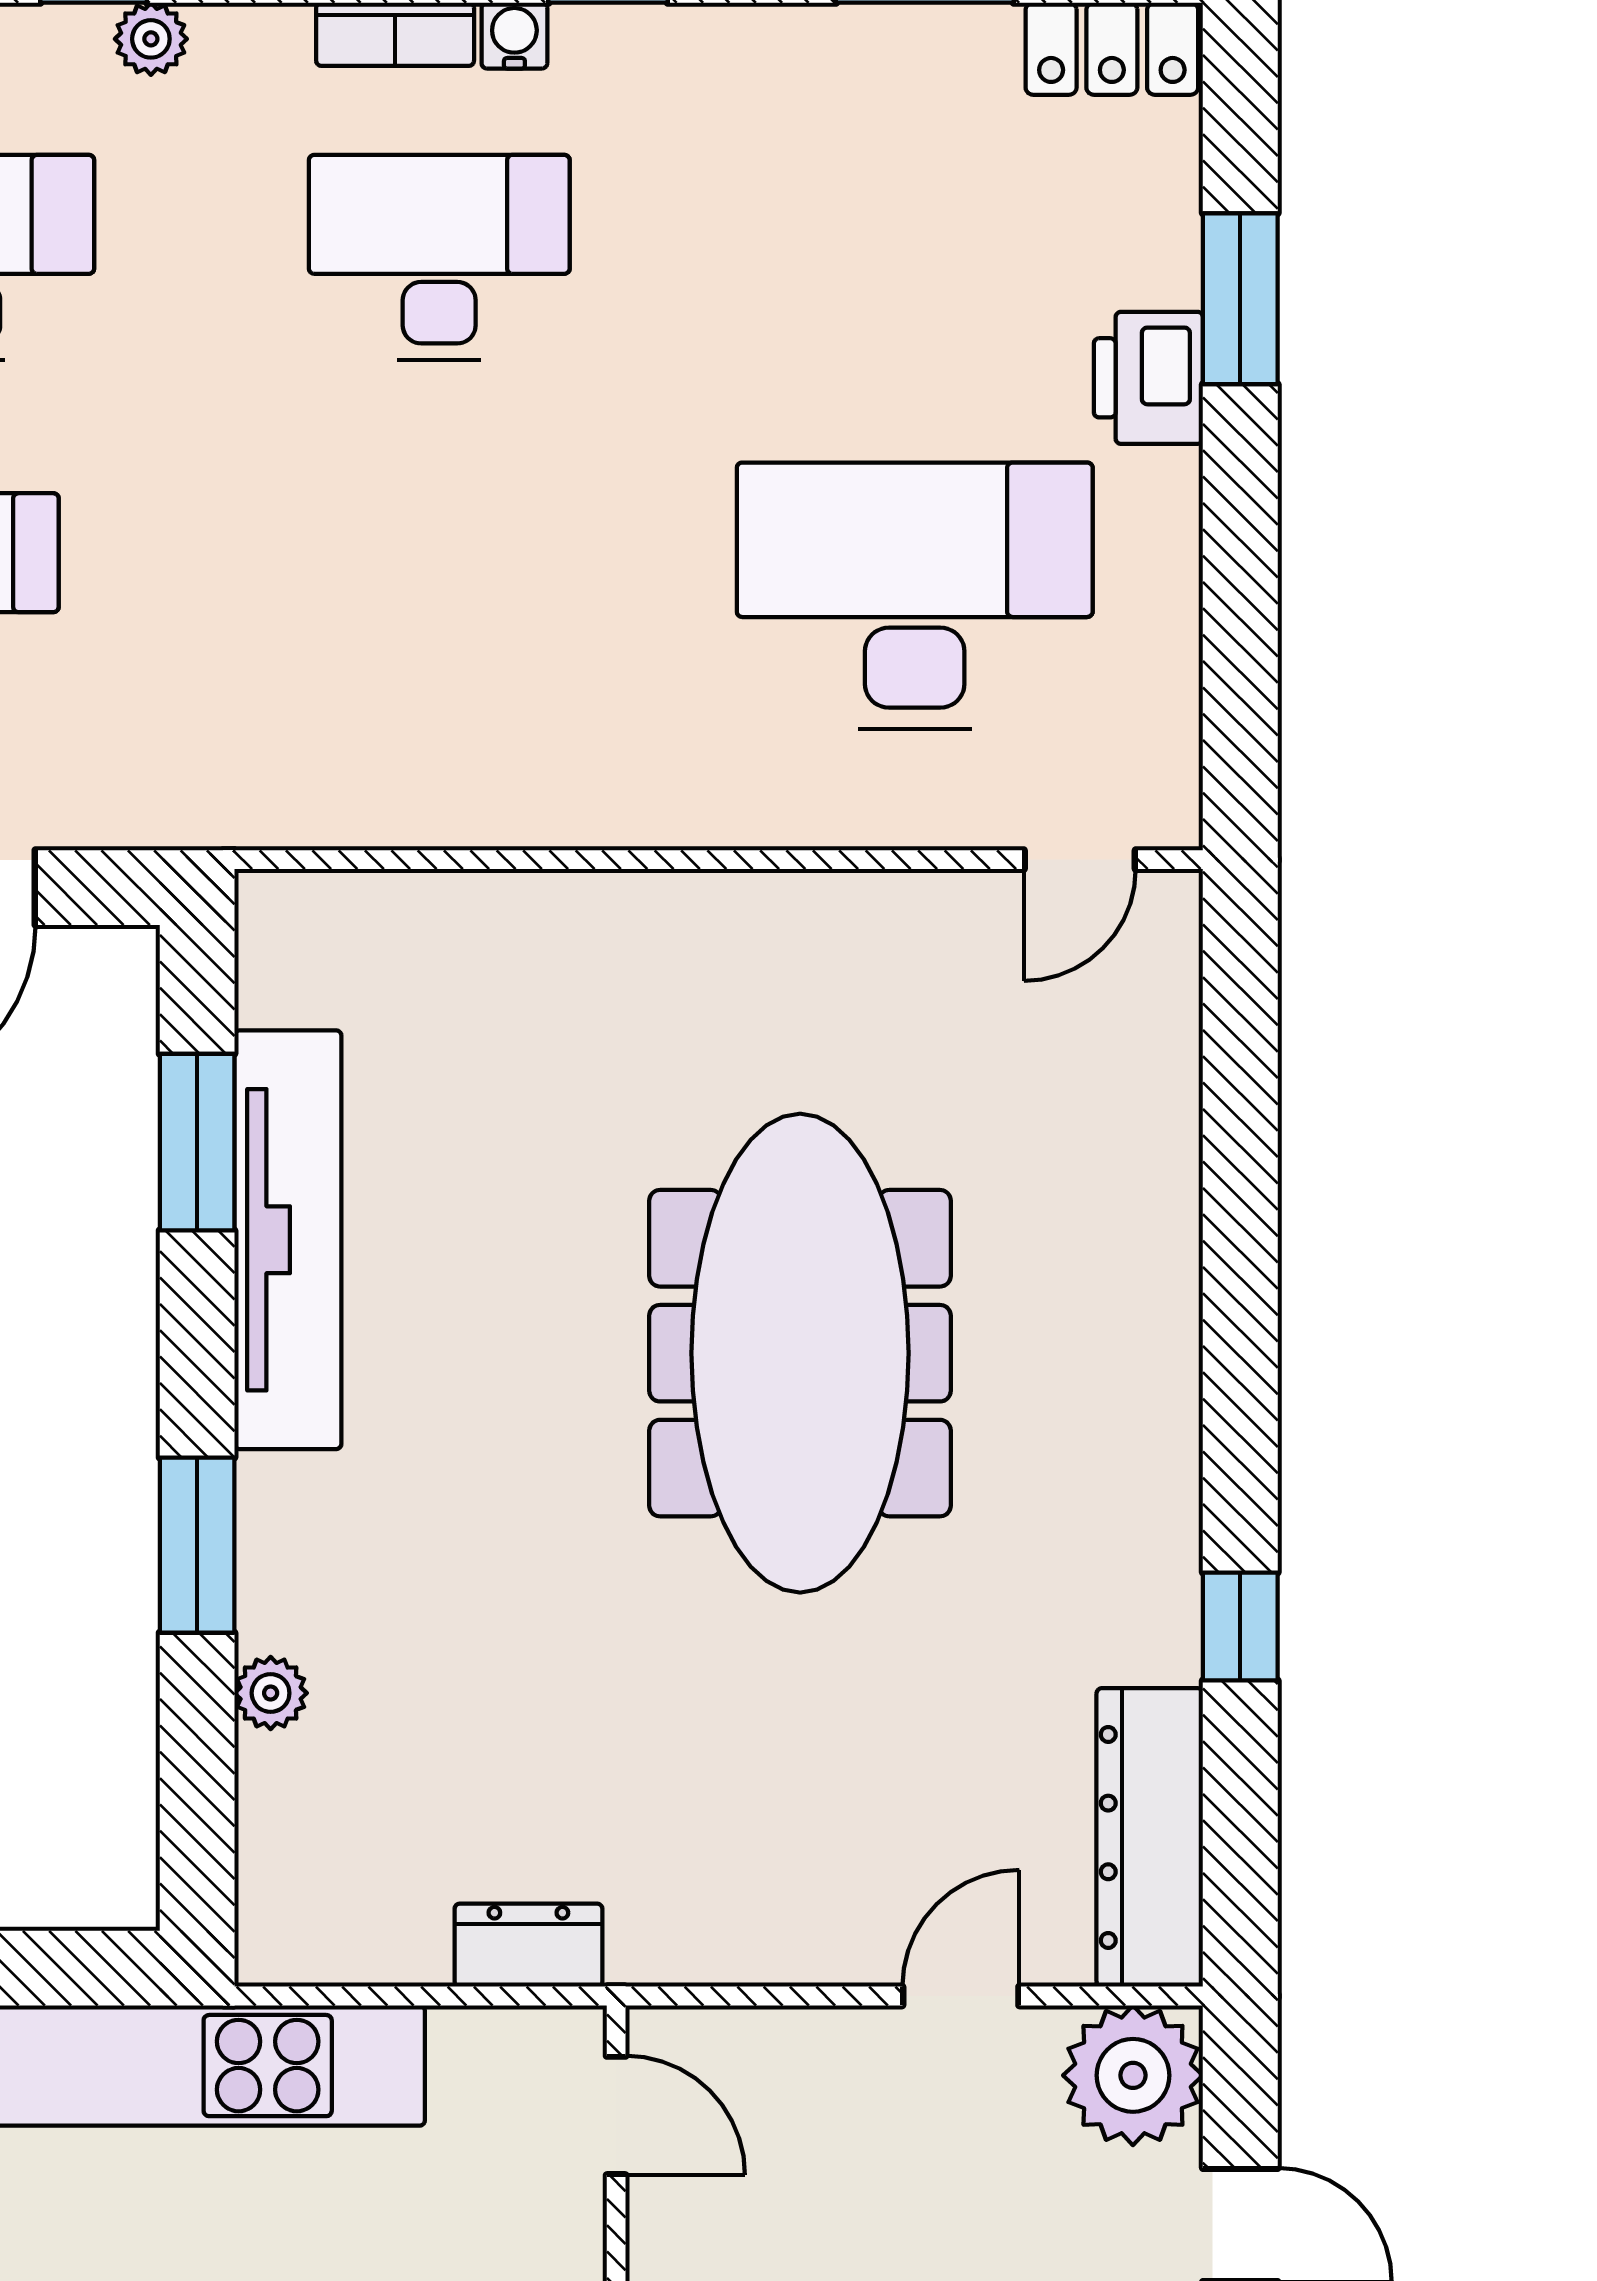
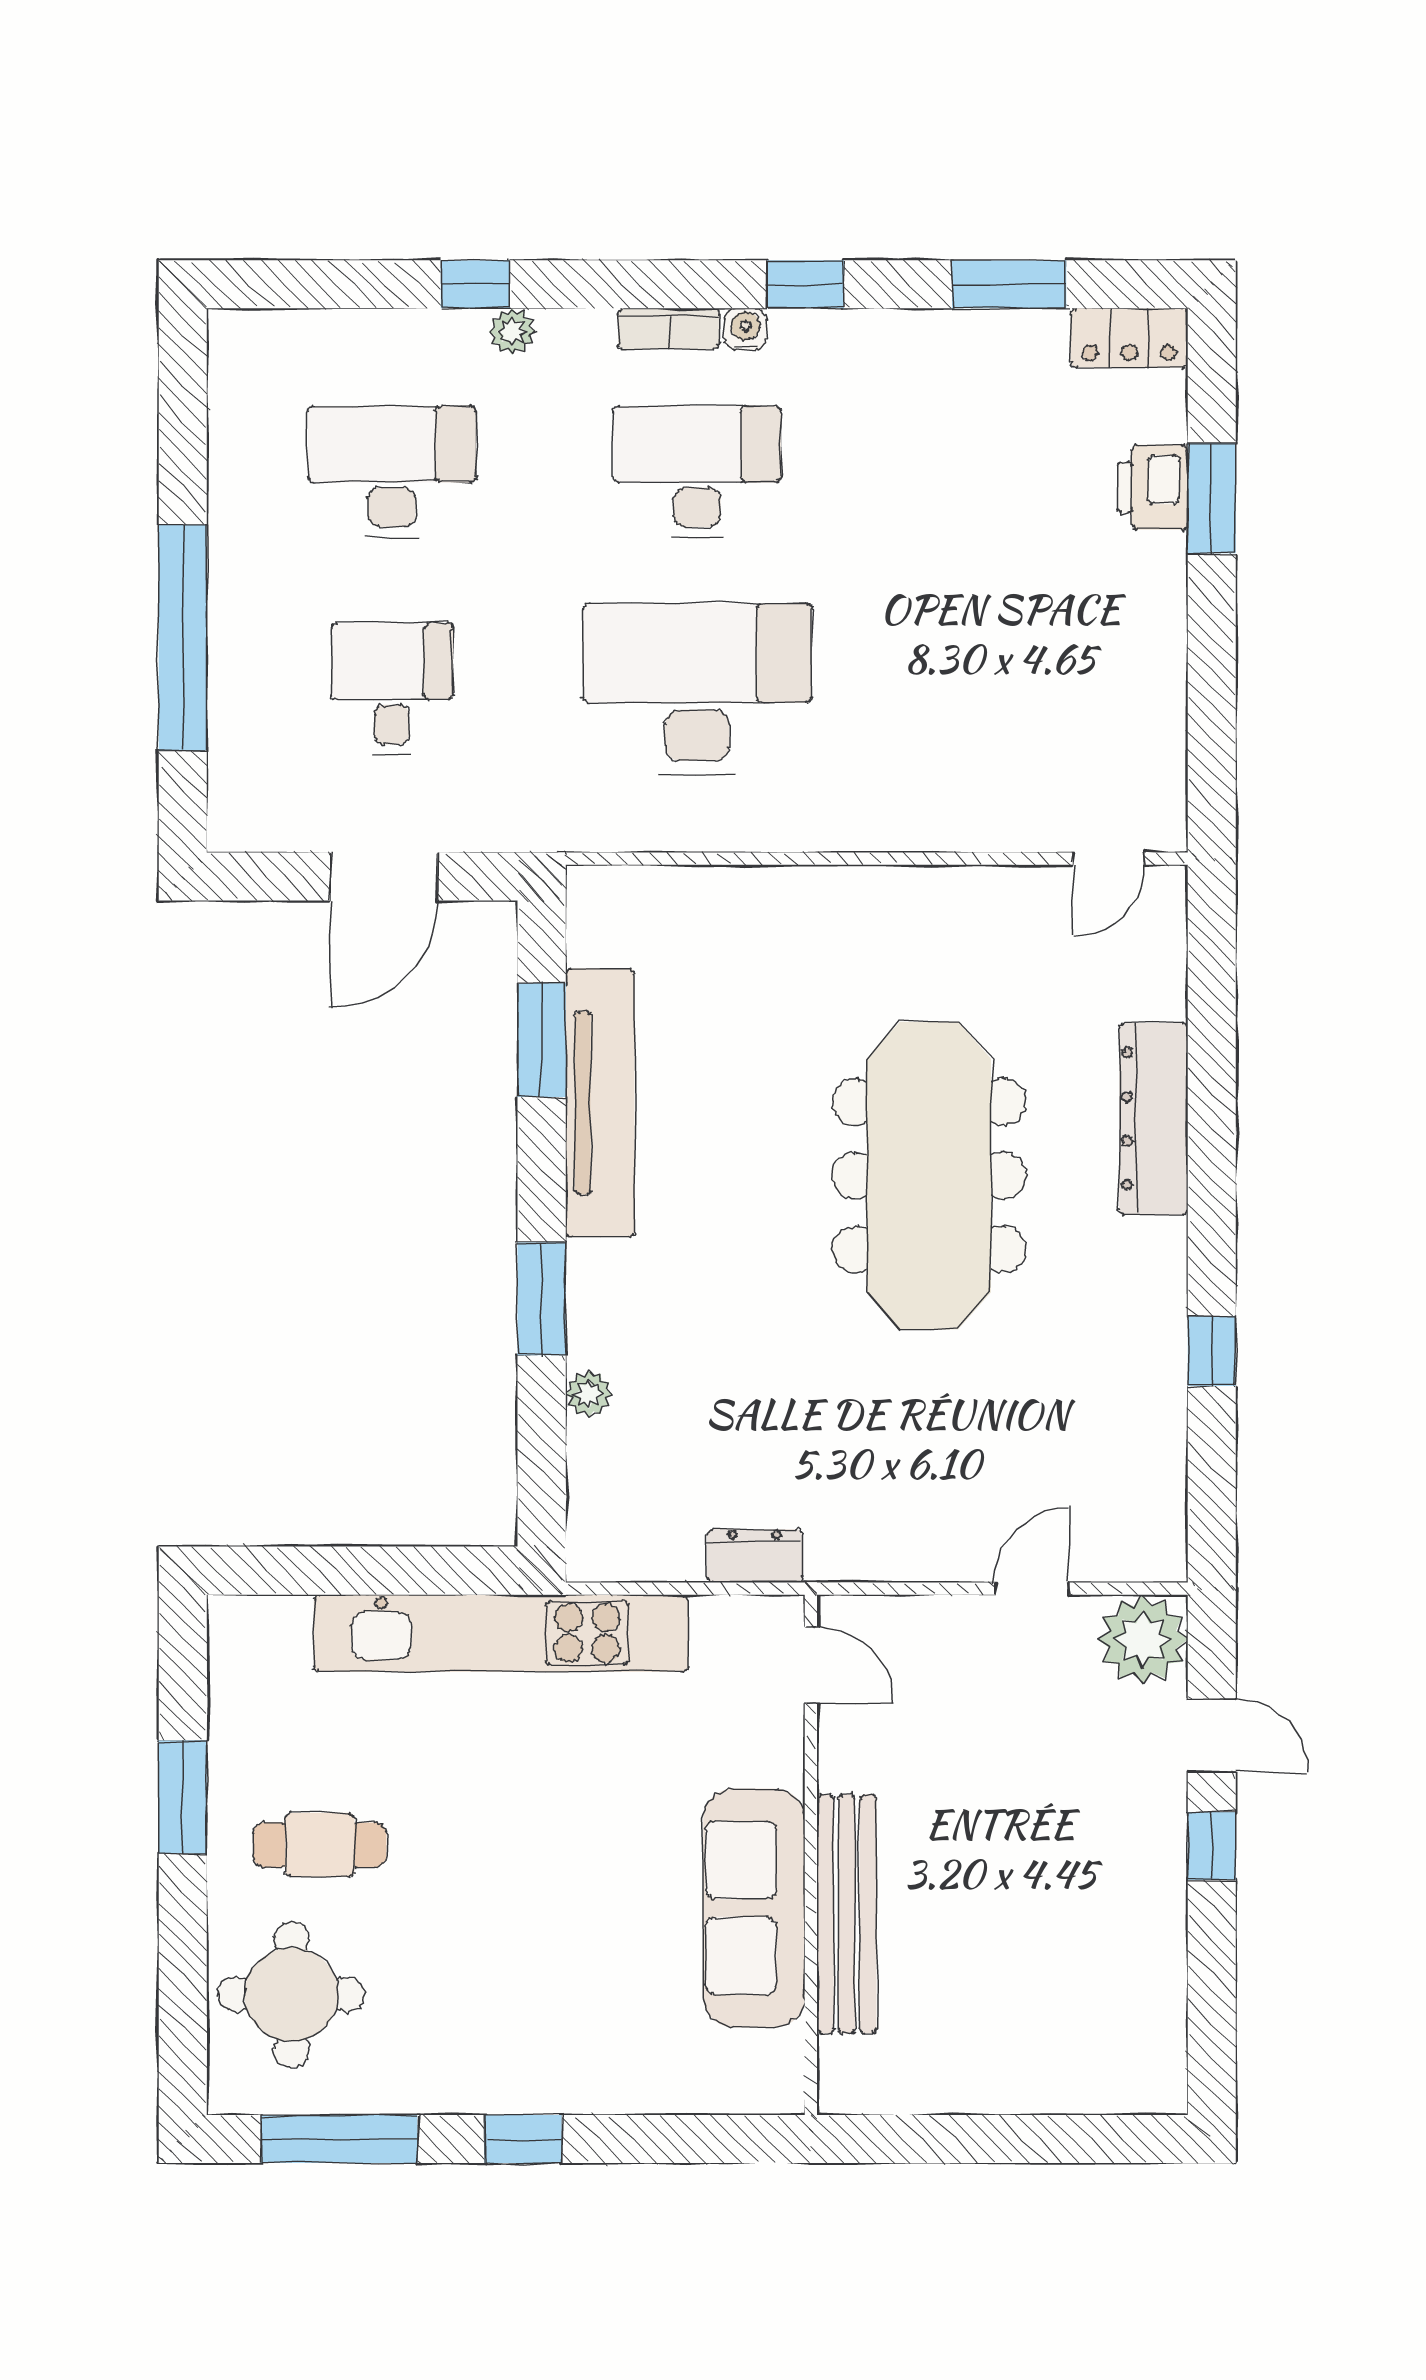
printer: (1148, 378) -> (1153, 487), moved
desk: (915, 596) -> (697, 689), moved
dresser: (1150, 1837) -> (1154, 1119), moved

